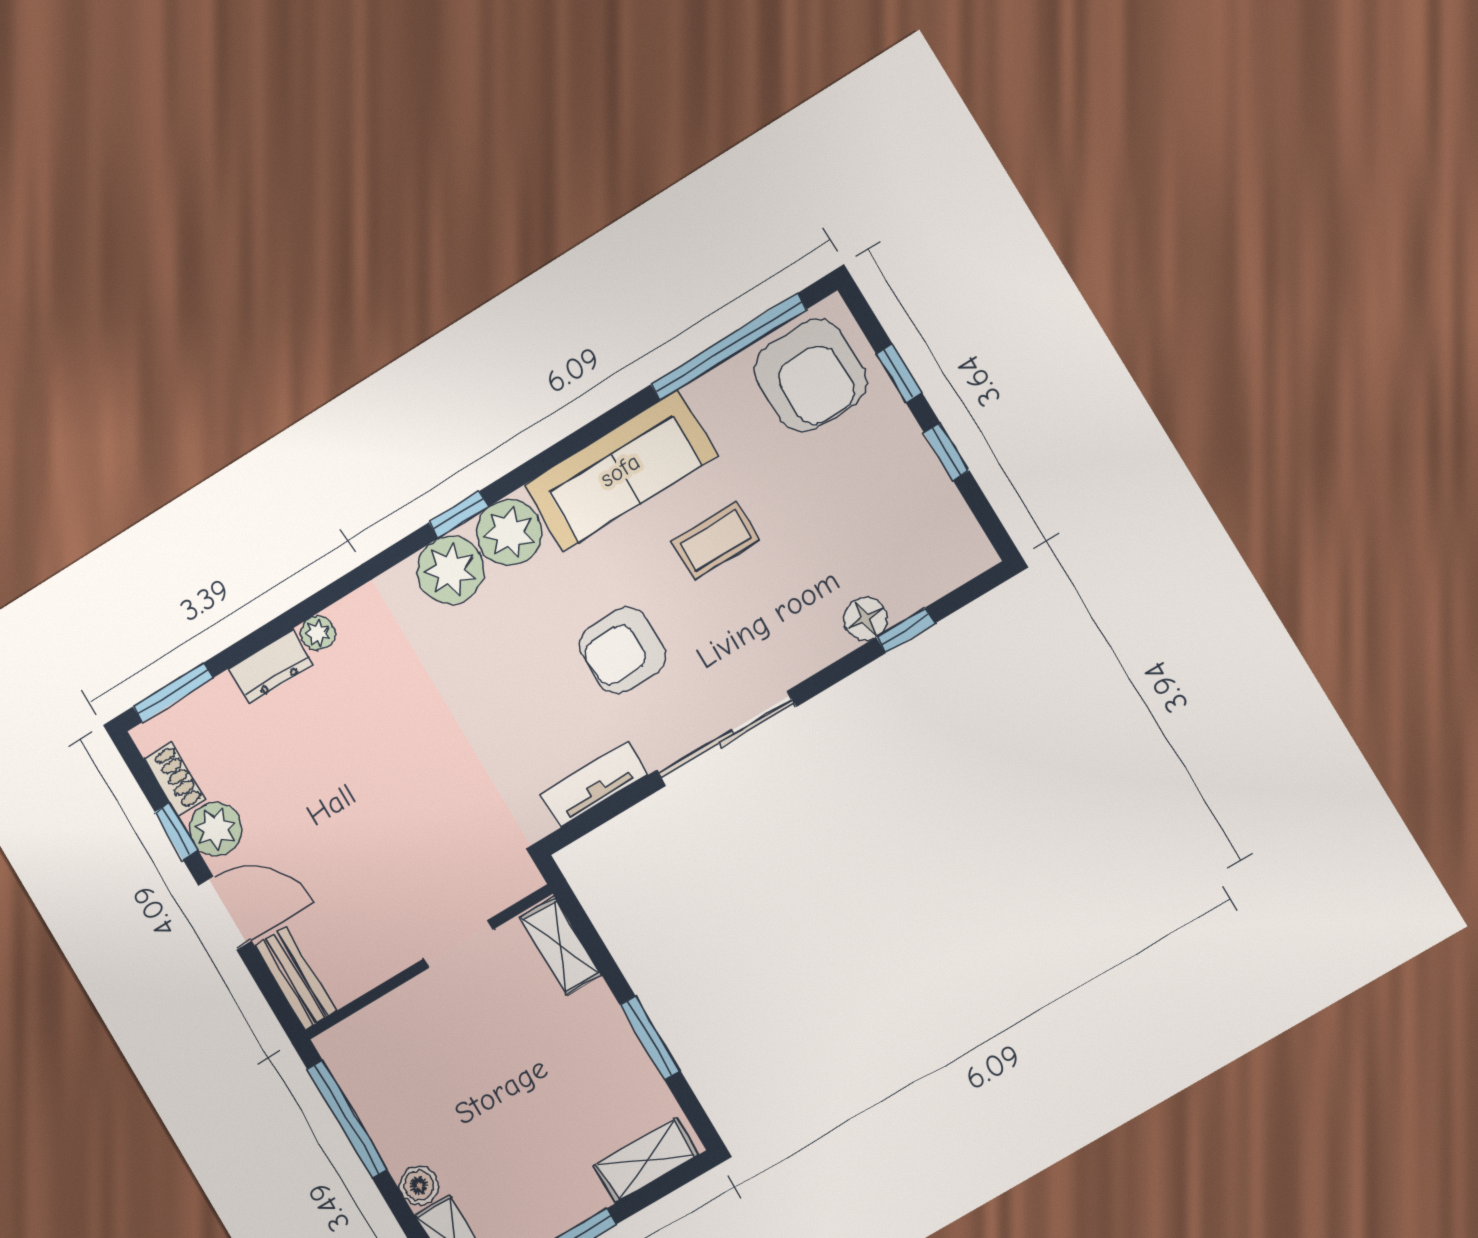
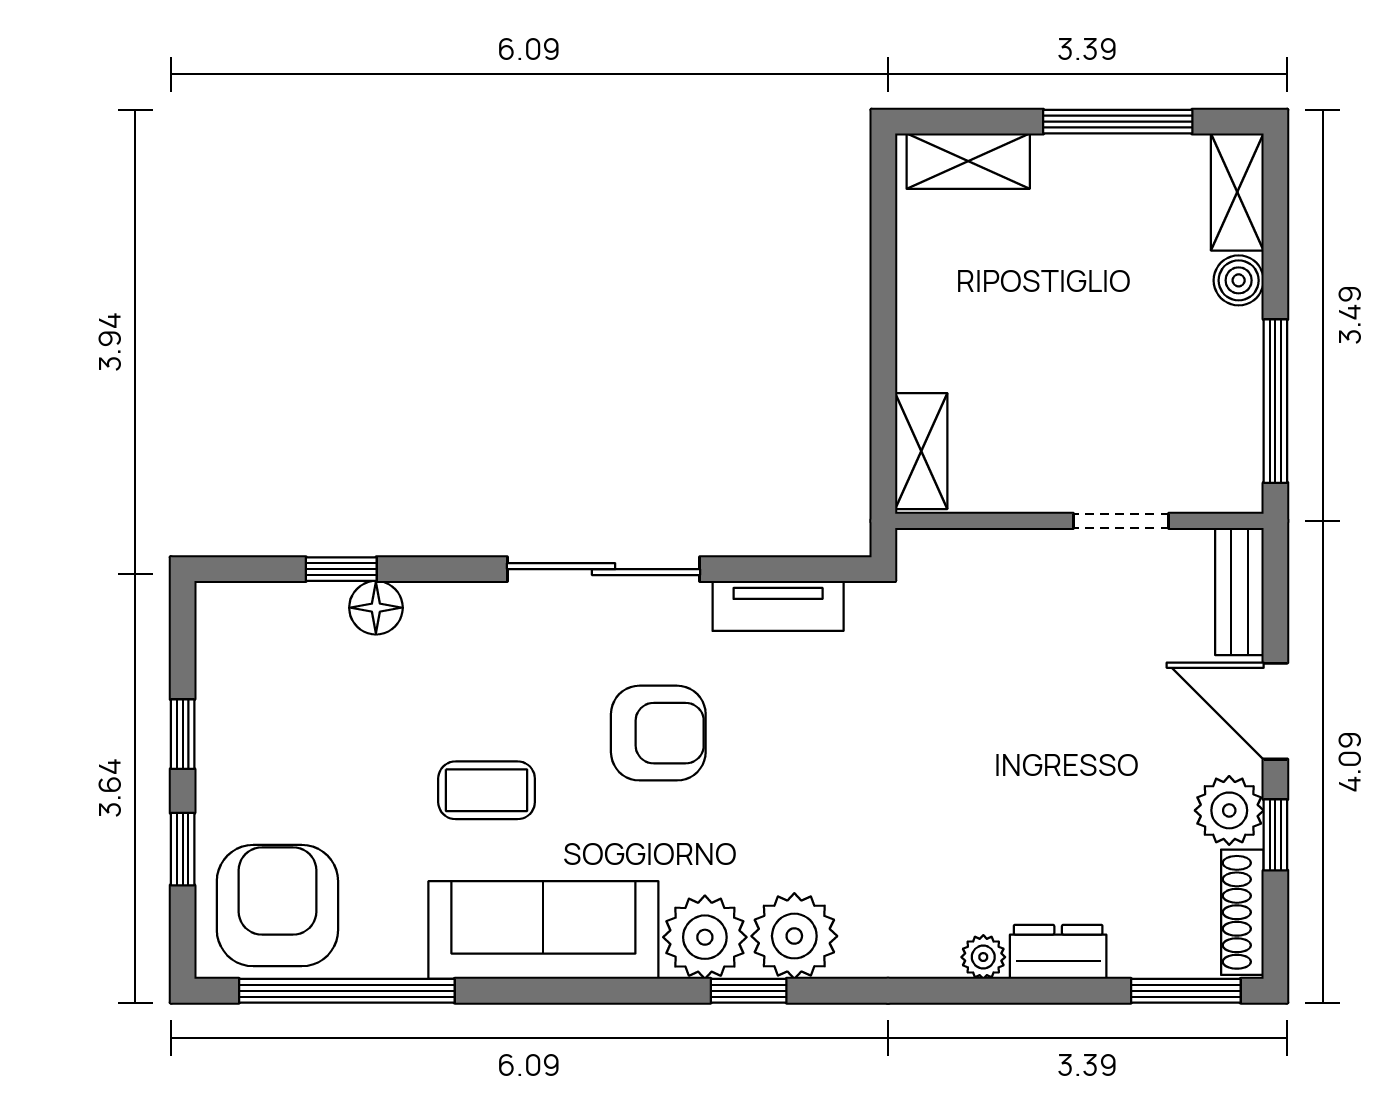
shoe rack: (175, 779) -> (1242, 912), width x1.43
doorway: (458, 944) -> (1121, 521), moved
window: (650, 1038) -> (883, 293), removed

